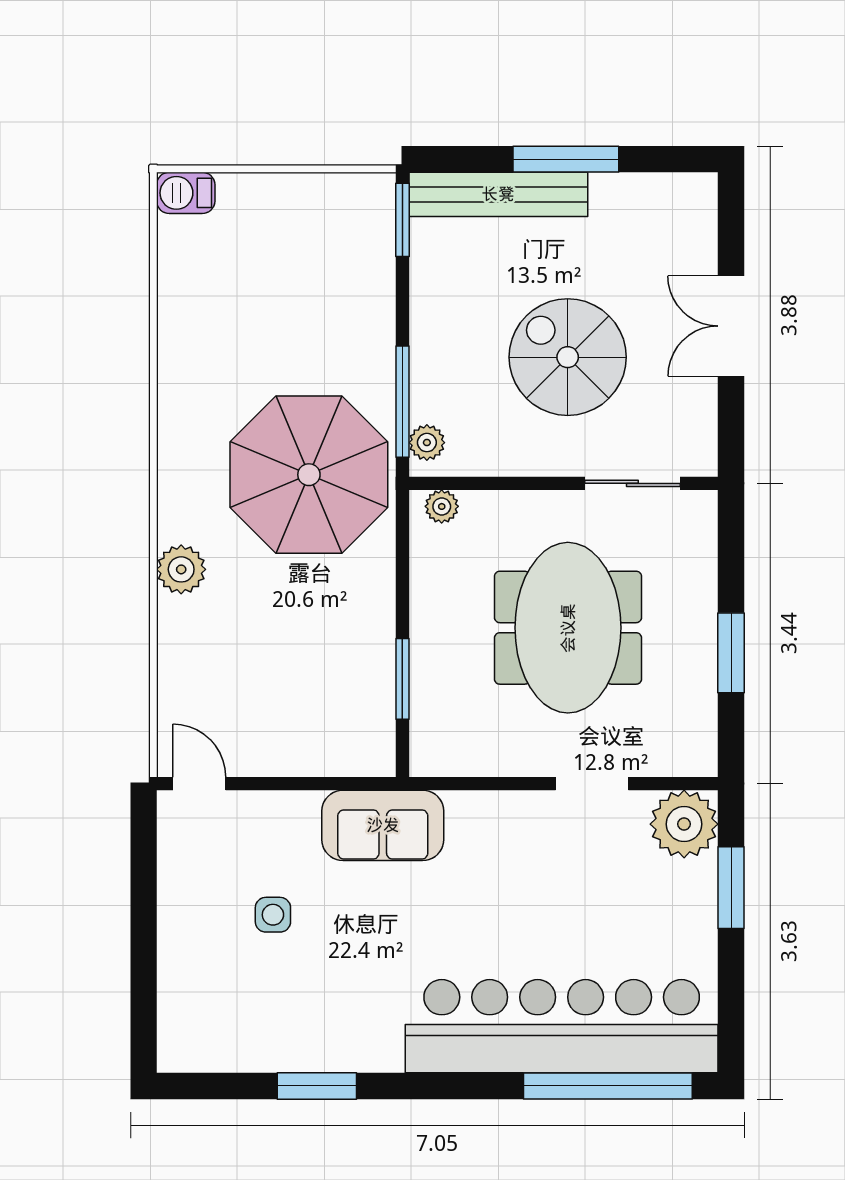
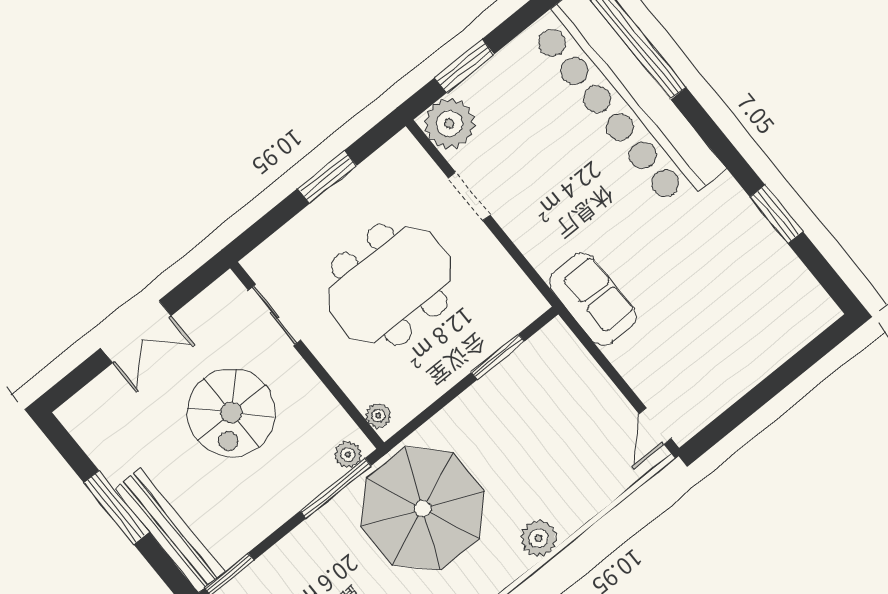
side table: (273, 915) -> (697, 321), removed

